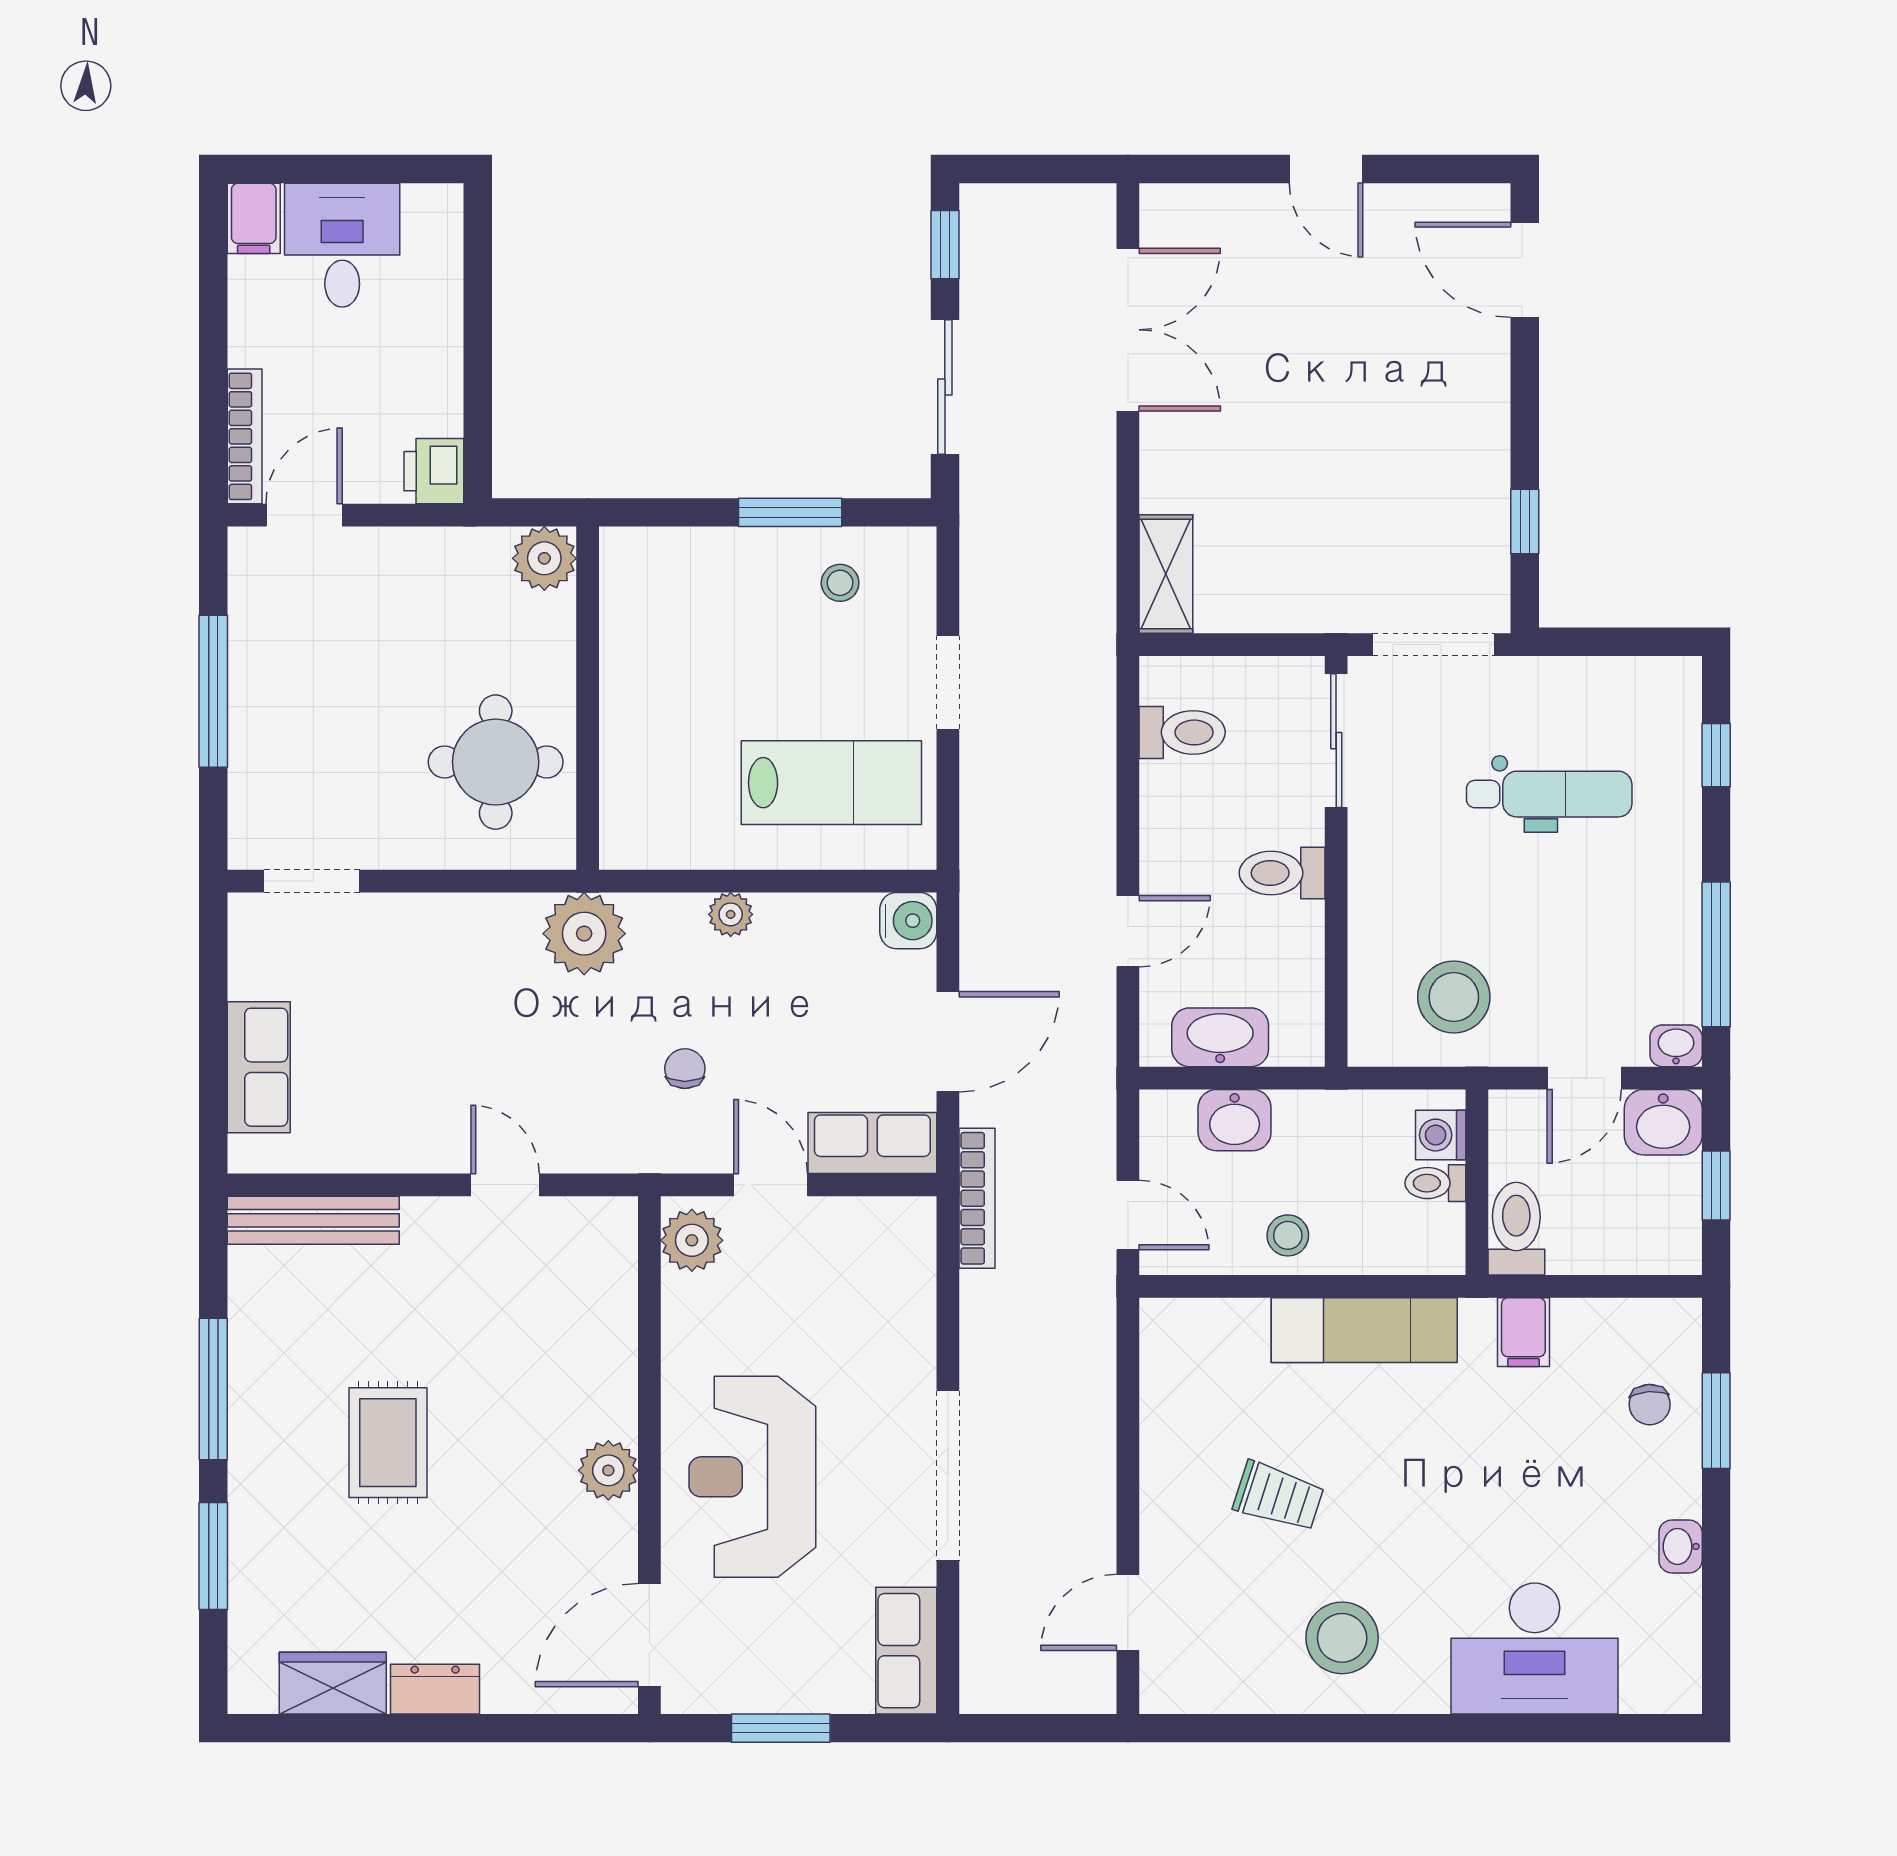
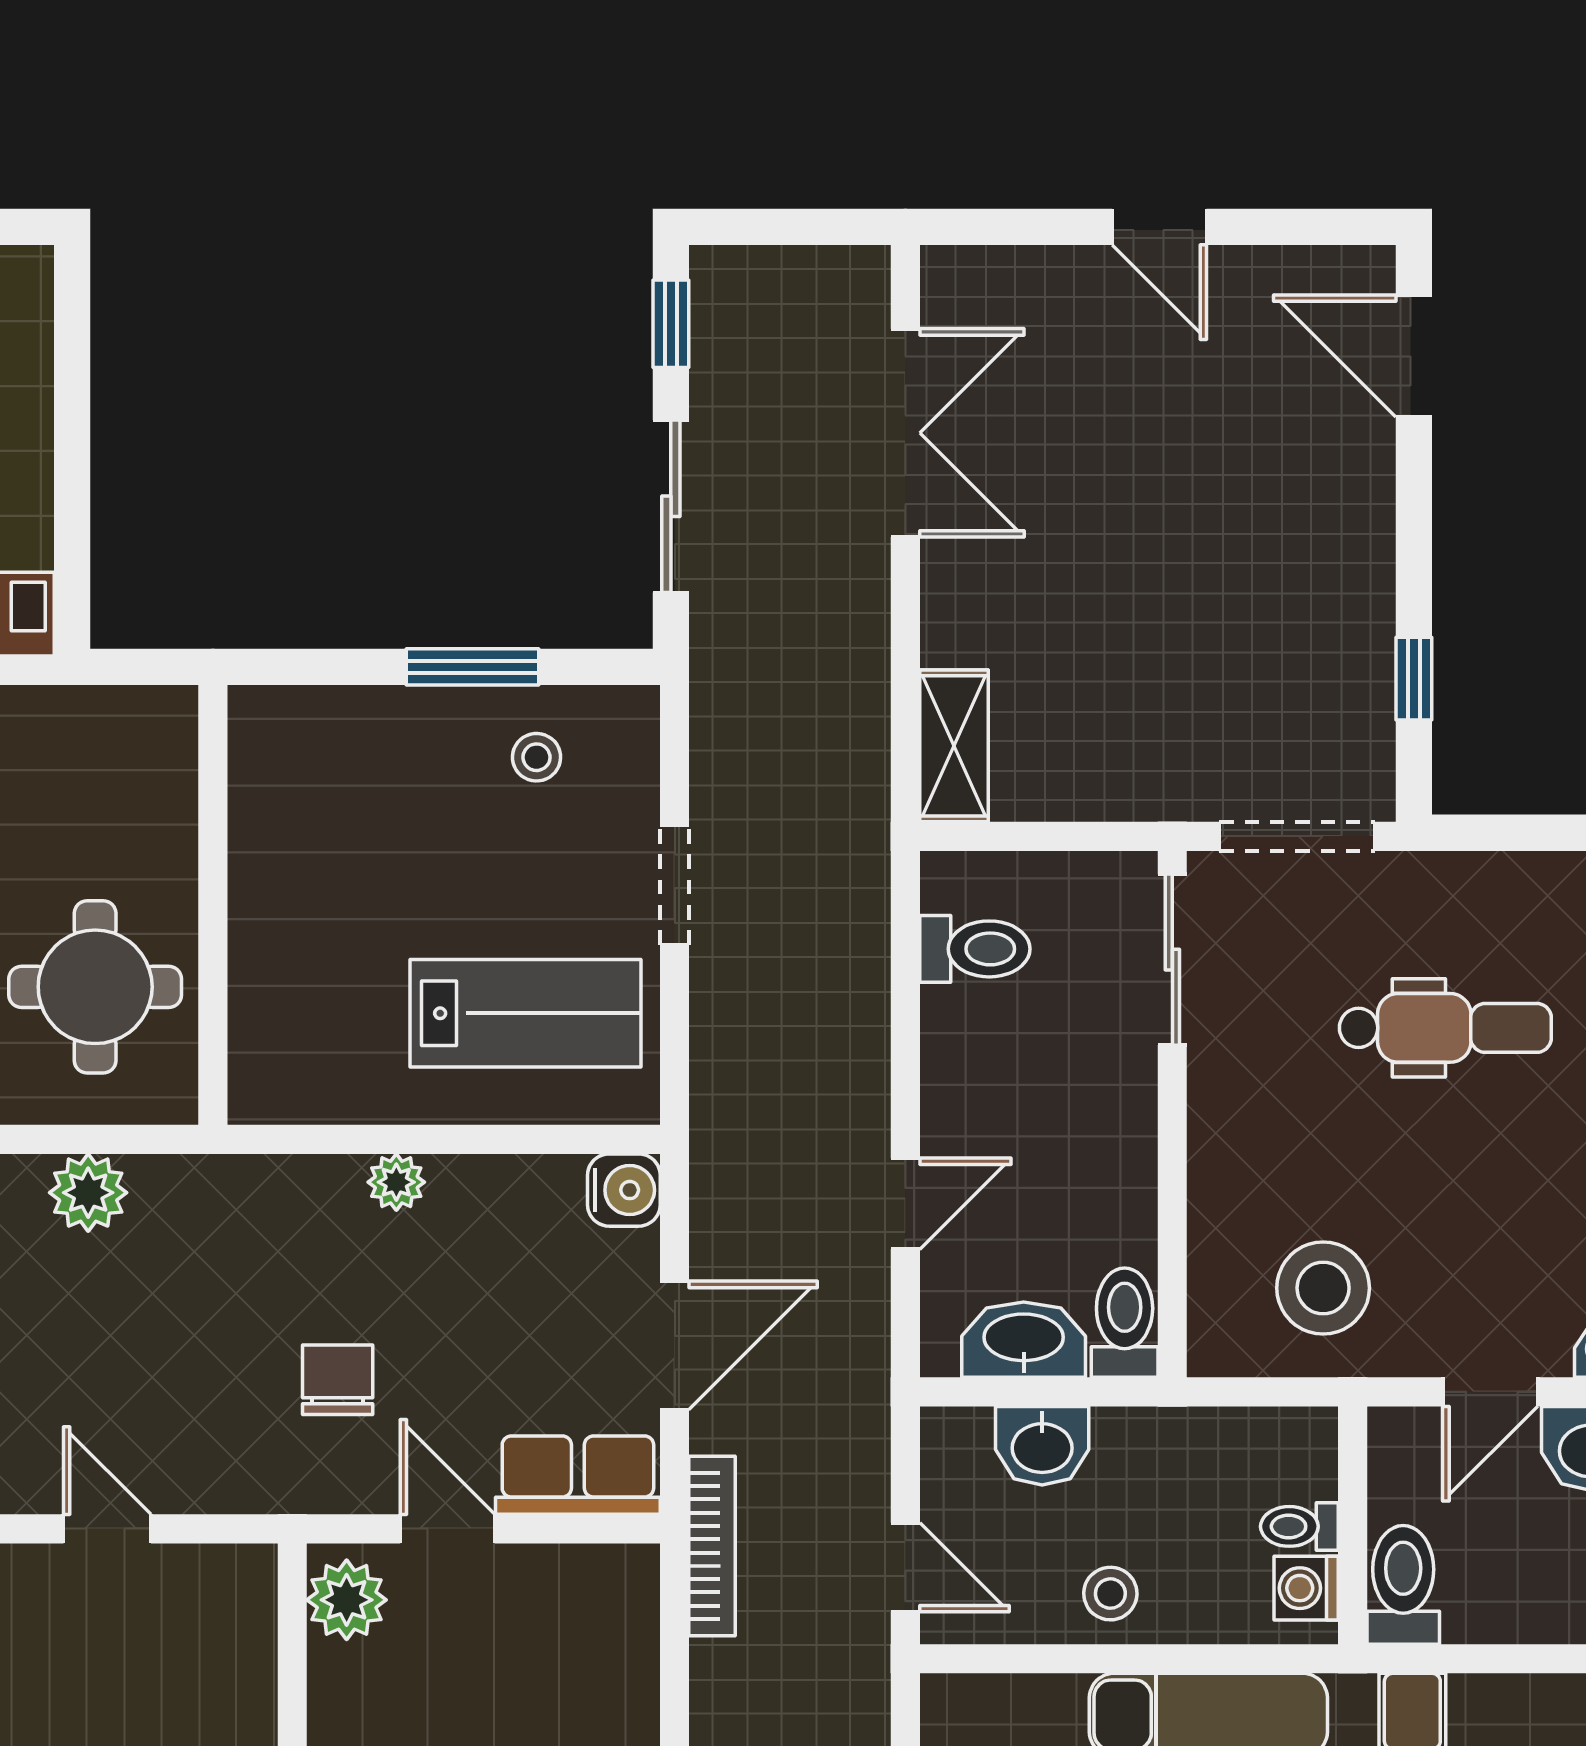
plant: (544, 558) -> (158, 726), removed
toilet: (1282, 873) -> (1125, 1323), moved, turned 90
plant: (584, 934) -> (88, 1193), moved, width x0.73, depth x0.73
chair: (685, 1069) -> (338, 1380), width x1.37, depth x1.37
washing machine: (1441, 1135) -> (1306, 1588), moved

